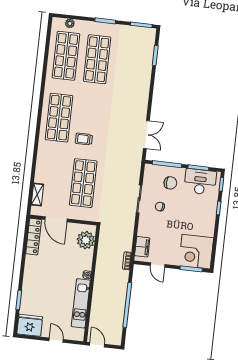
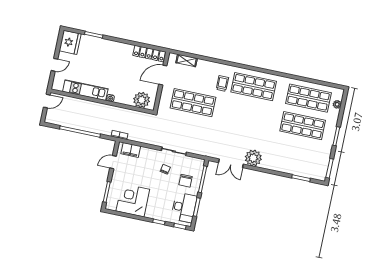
plant: (138, 110) -> (253, 158), added
trolley: (84, 139) -> (222, 83), moved
corner desk: (196, 252) -> (133, 200), moved

